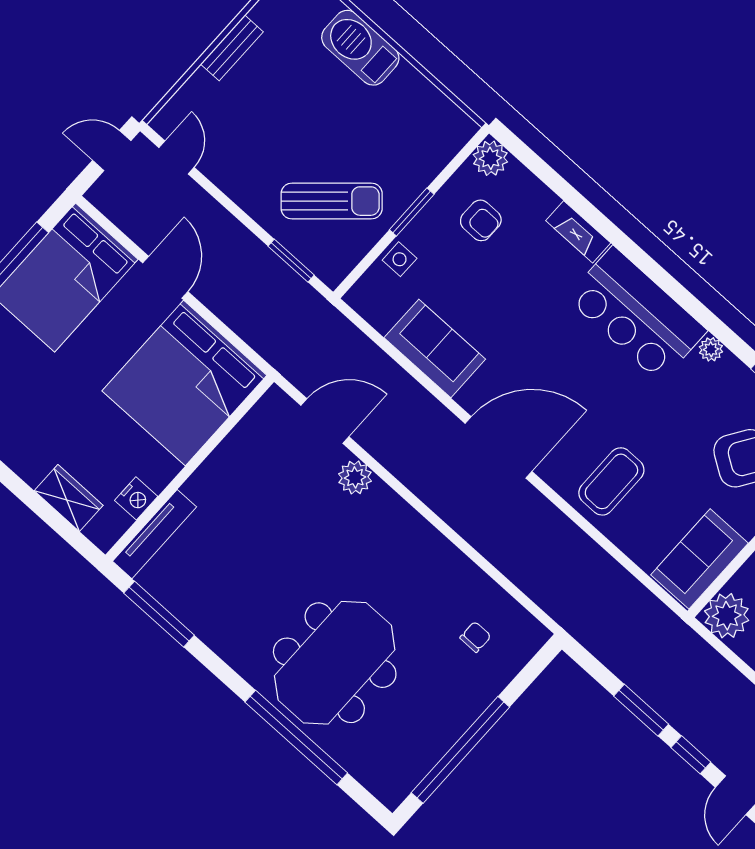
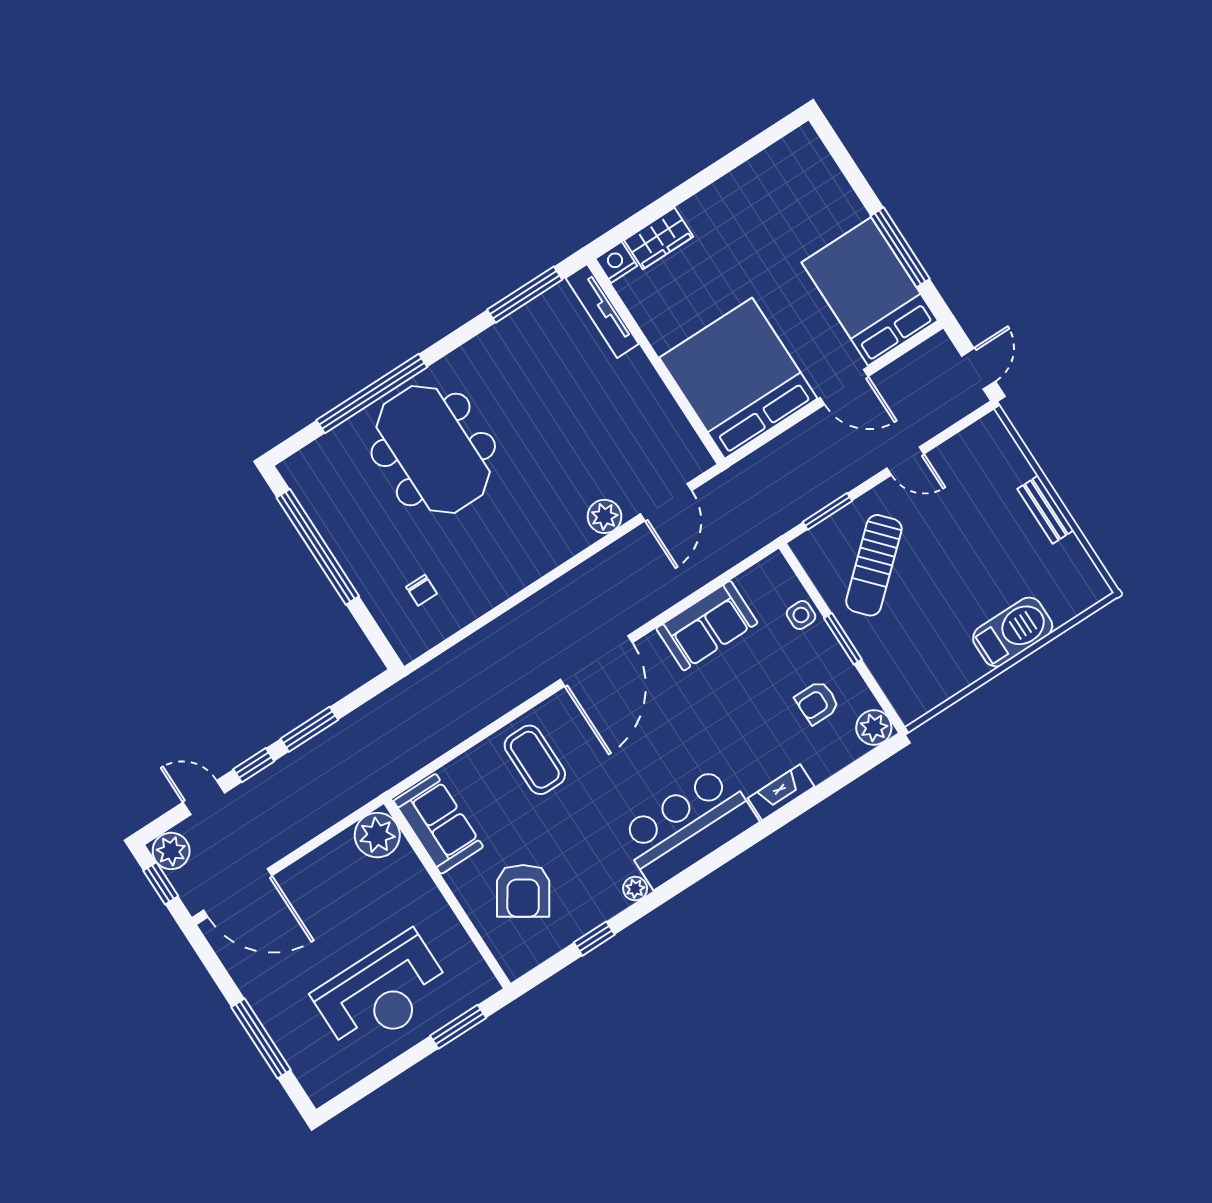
door: (177, 157) -> (905, 461), moved
nightstand: (136, 498) -> (616, 262), moved, turned 90

